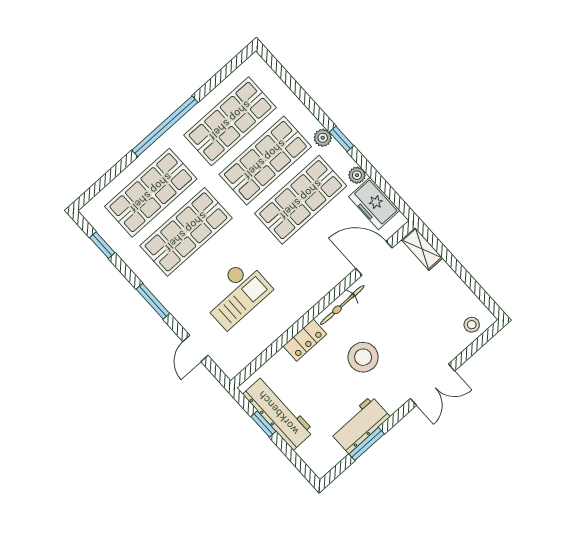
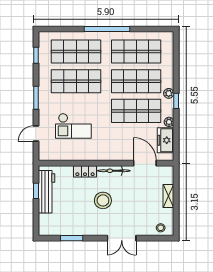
shelving: (422, 249) -> (168, 196), moved
workbench: (360, 425) -> (76, 228), removed

